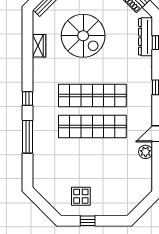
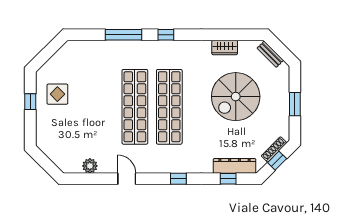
plant: (146, 152) -> (90, 166), moved

